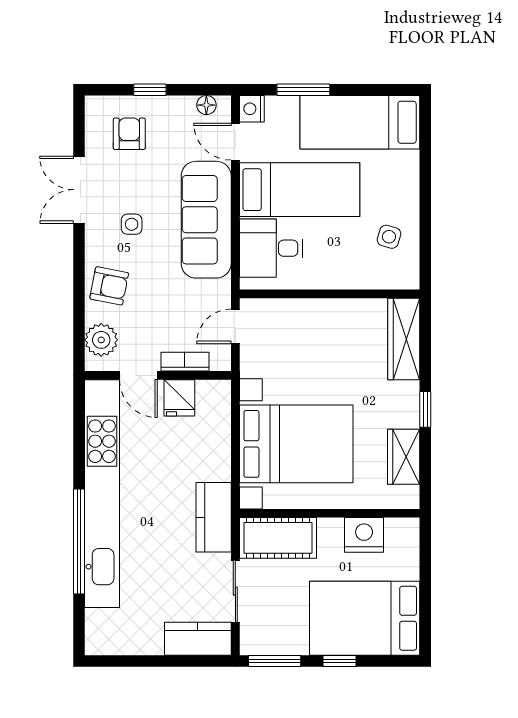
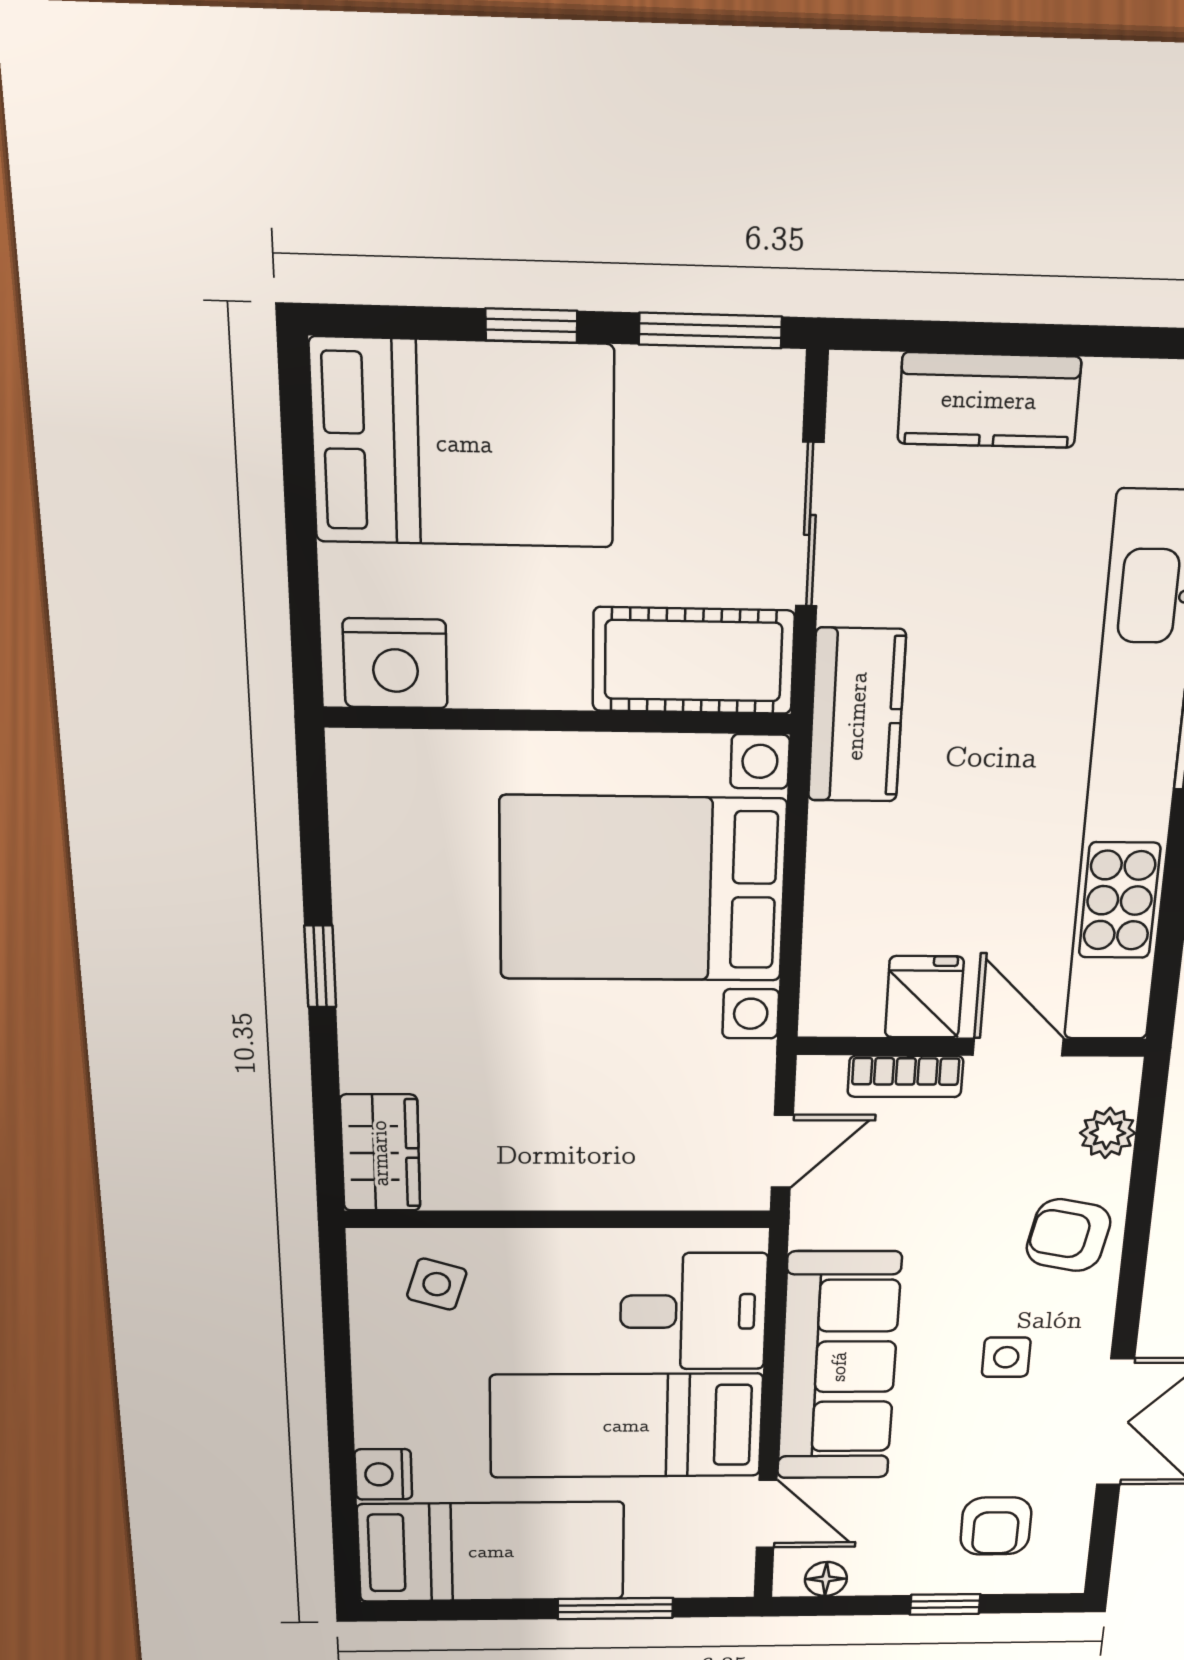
nightstand: (252, 109) -> (383, 1474), moved, turned 180
side table: (389, 237) -> (437, 1284), moved
wardrobe: (404, 339) -> (380, 1153), width x0.67
plant: (101, 340) -> (1108, 1133), width x0.73, depth x0.73
wardrobe: (404, 457) -> (371, 856), removed
nightstand: (364, 535) -> (395, 663), moved
kitchen counter: (198, 639) -> (989, 400), moved

